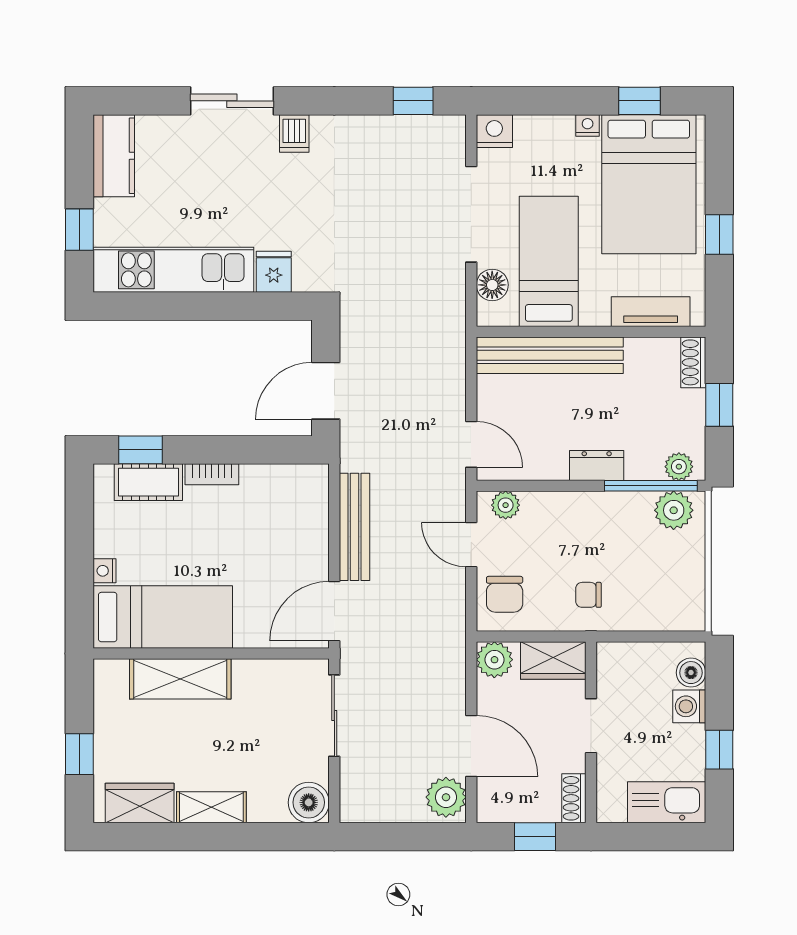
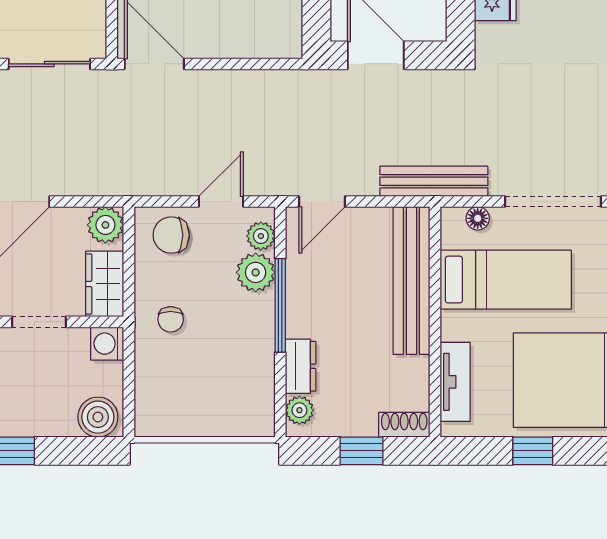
floor lamp: (492, 285) -> (478, 218), width x0.73, depth x0.73
dresser: (597, 466) -> (301, 366), moved
window: (651, 486) -> (280, 305), moved
plant: (674, 510) -> (256, 272), moved
bench: (354, 527) -> (434, 181), moved
chair: (588, 595) -> (171, 319), turned 180
boiler: (691, 673) -> (98, 417), width x1.36, depth x1.36
washing machine: (689, 706) -> (107, 344), moved, turned -90

